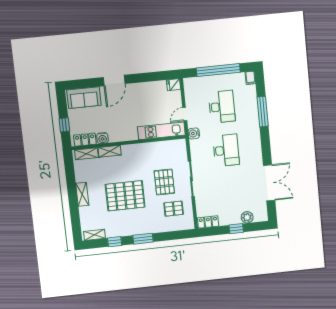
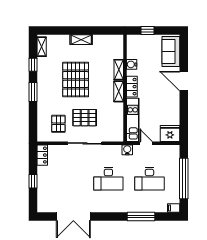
fridge: (174, 85) -> (170, 134), width x1.88, depth x1.34
locker: (85, 140) -> (132, 87), moved
shelving: (86, 154) -> (119, 91), moved
plant: (247, 217) -> (43, 193), removed

